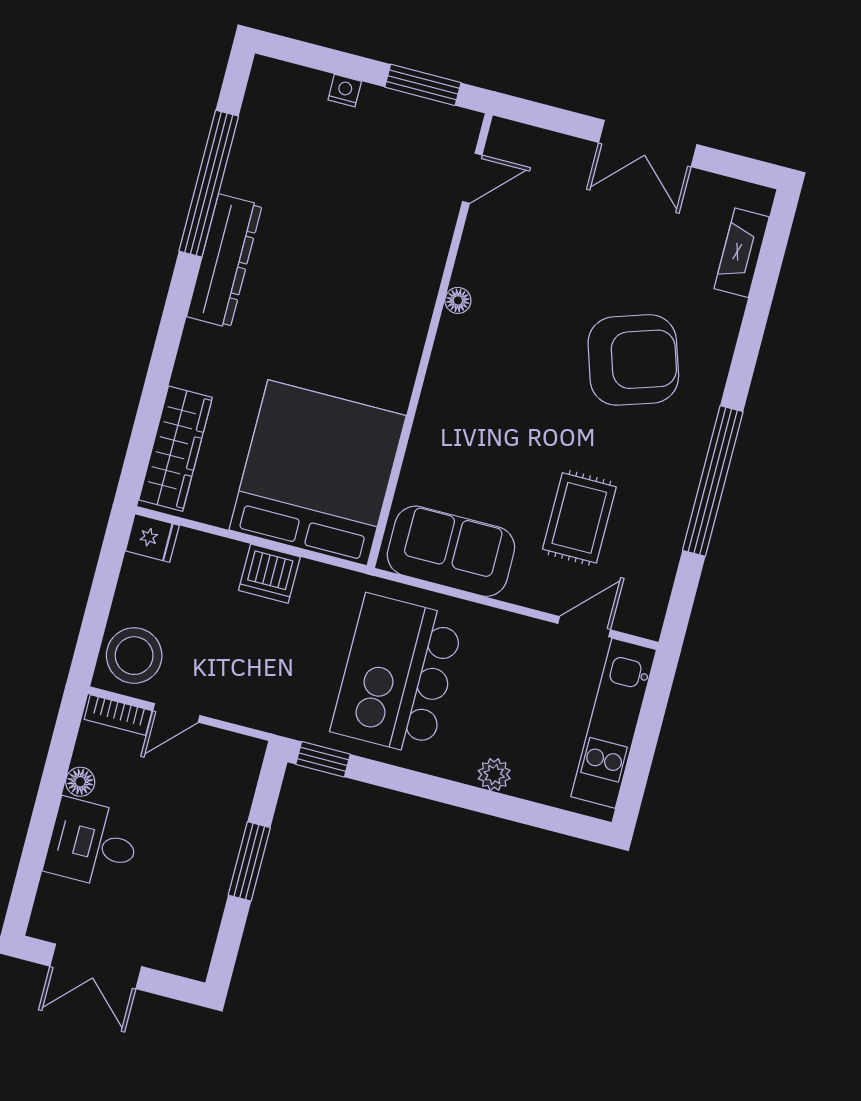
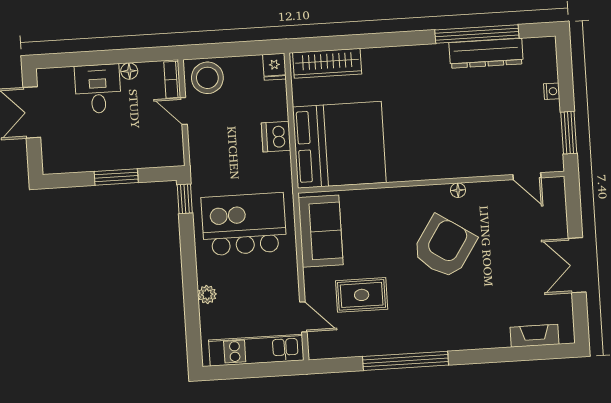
dresser: (224, 261) -> (486, 53), moved
armchair: (633, 360) -> (444, 247), moved, turned -129

